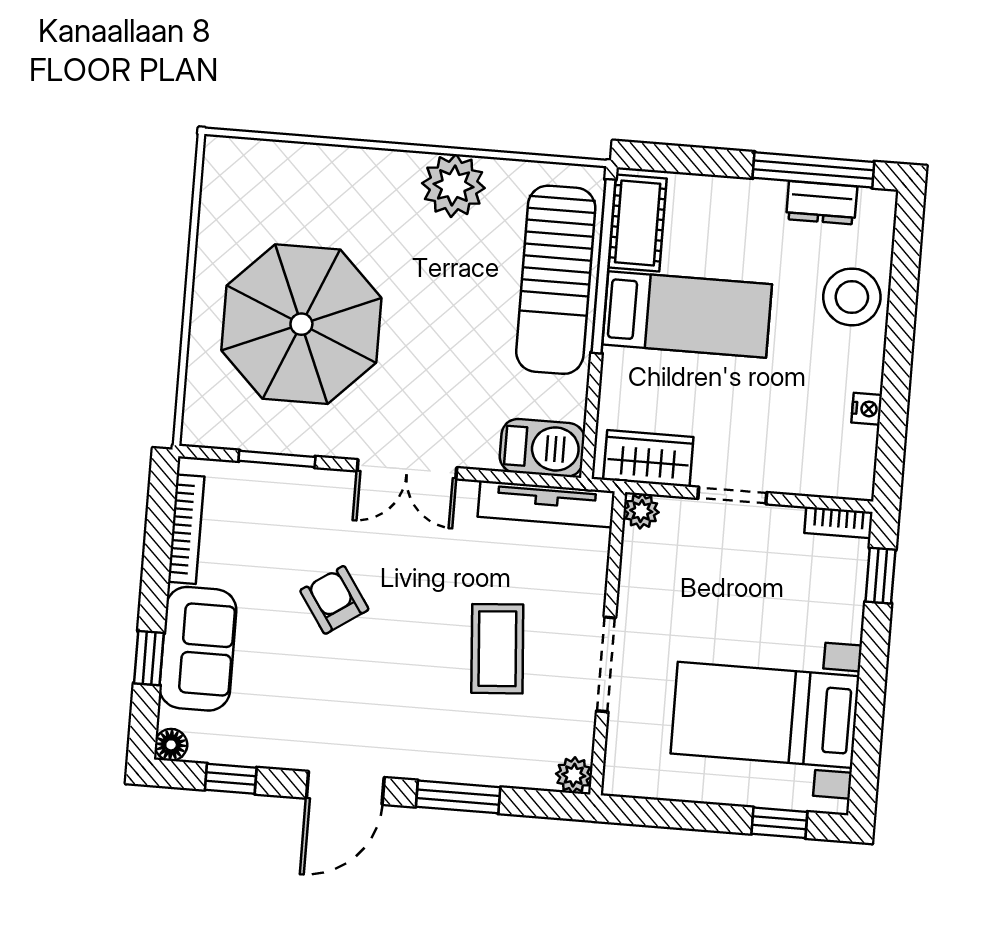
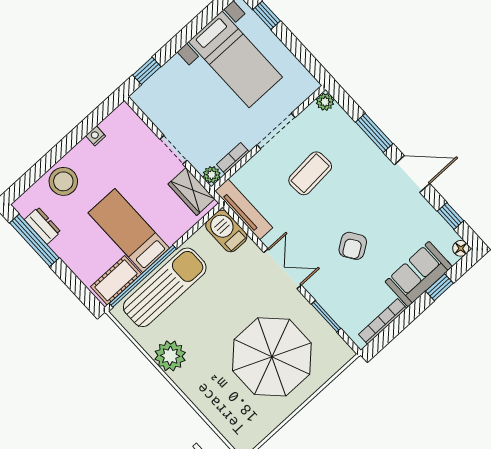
bookcase: (838, 523) -> (233, 158), moved, turned -90

